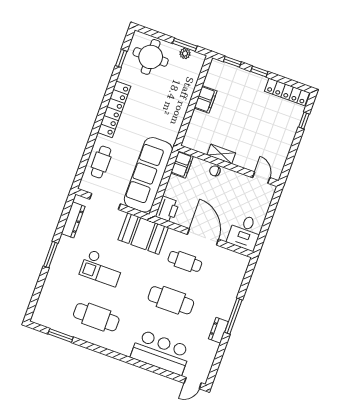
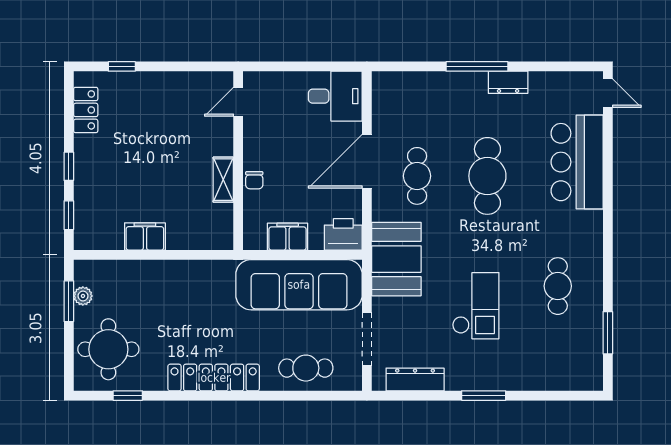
locker: (287, 92) -> (86, 110), width x0.66
filing cabinet: (182, 165) -> (288, 237), moved
cafe table: (96, 317) -> (558, 286), width x0.73, depth x0.74

